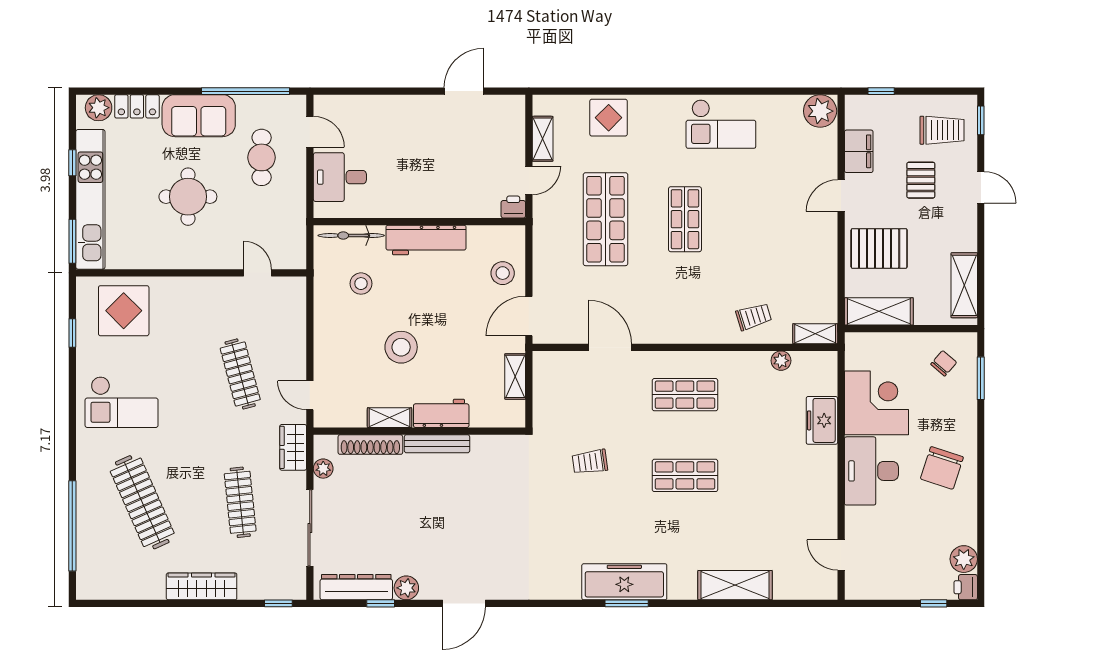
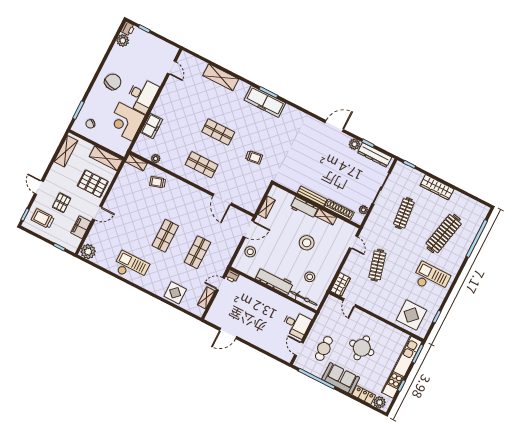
shop shelf: (605, 219) -> (197, 252), width x0.70, depth x0.74
wardrobe: (293, 447) -> (340, 285), moved
clothes rail: (142, 502) -> (444, 234), turned 36

